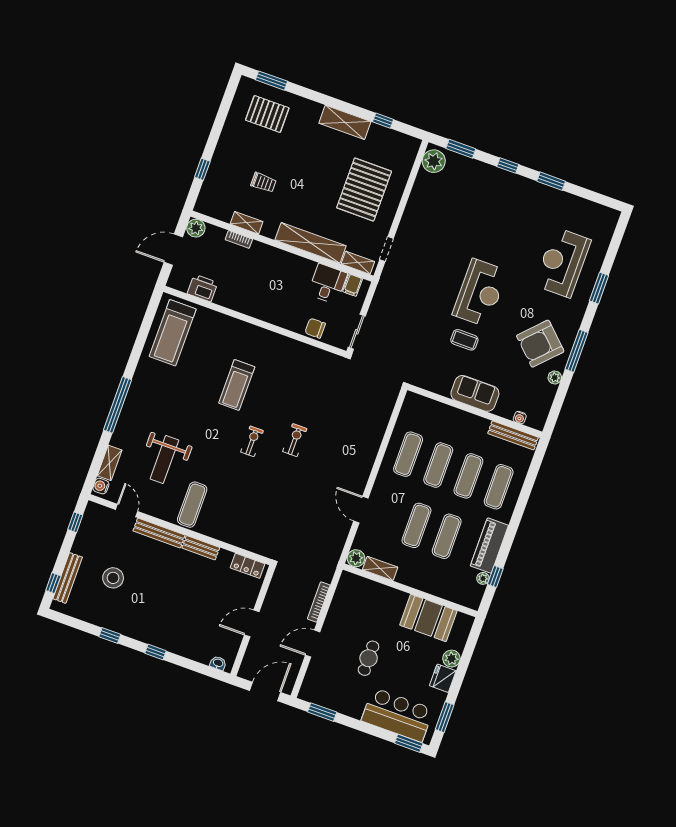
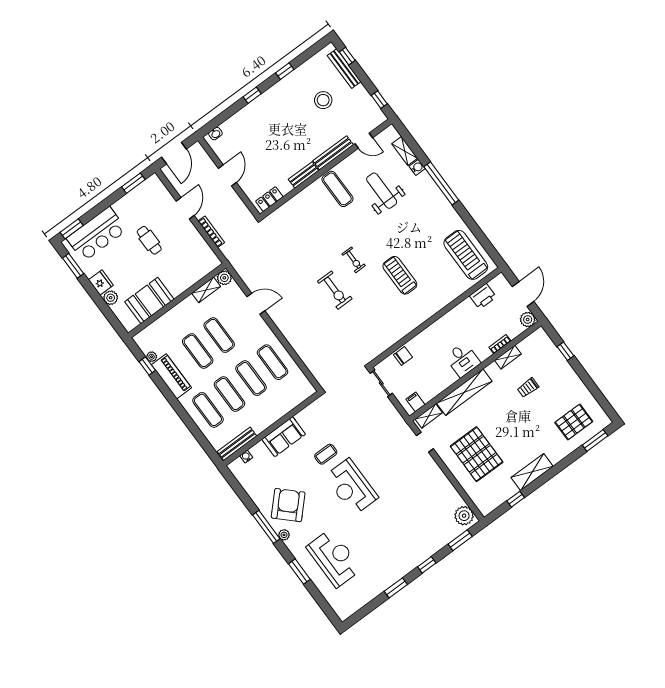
desk: (328, 284) -> (463, 360), moved
plant: (555, 377) -> (284, 535), moved
exercise bike: (295, 440) -> (335, 290), width x1.38, depth x1.39
water cooler: (101, 486) -> (417, 167), moved

